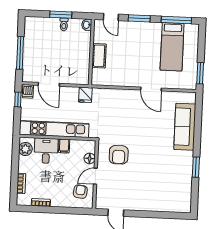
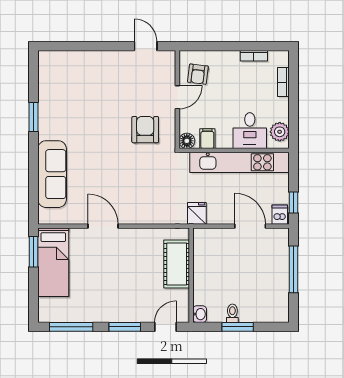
door: (111, 17) -> (165, 327), hinge flipped
bed: (172, 47) -> (53, 262), moved, turned 180
cot: (99, 56) -> (177, 264), width x1.37, depth x1.34
filing cabinet: (64, 146) -> (207, 139), moved
floor lamp: (90, 158) -> (187, 141), moved

